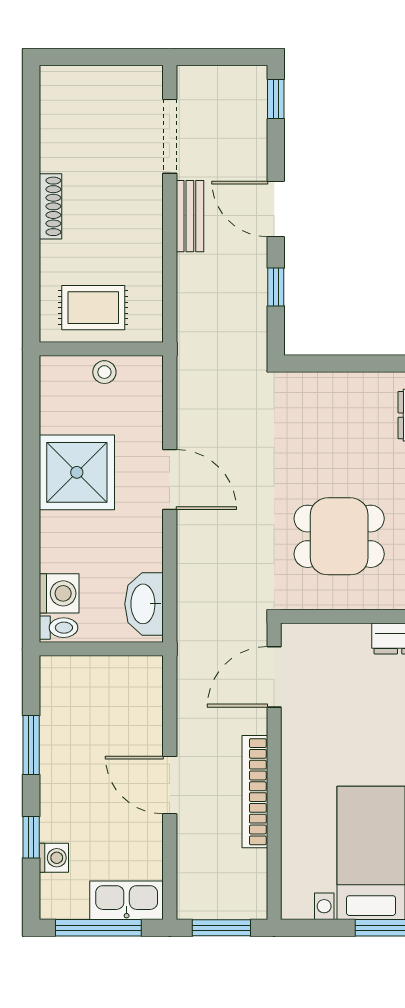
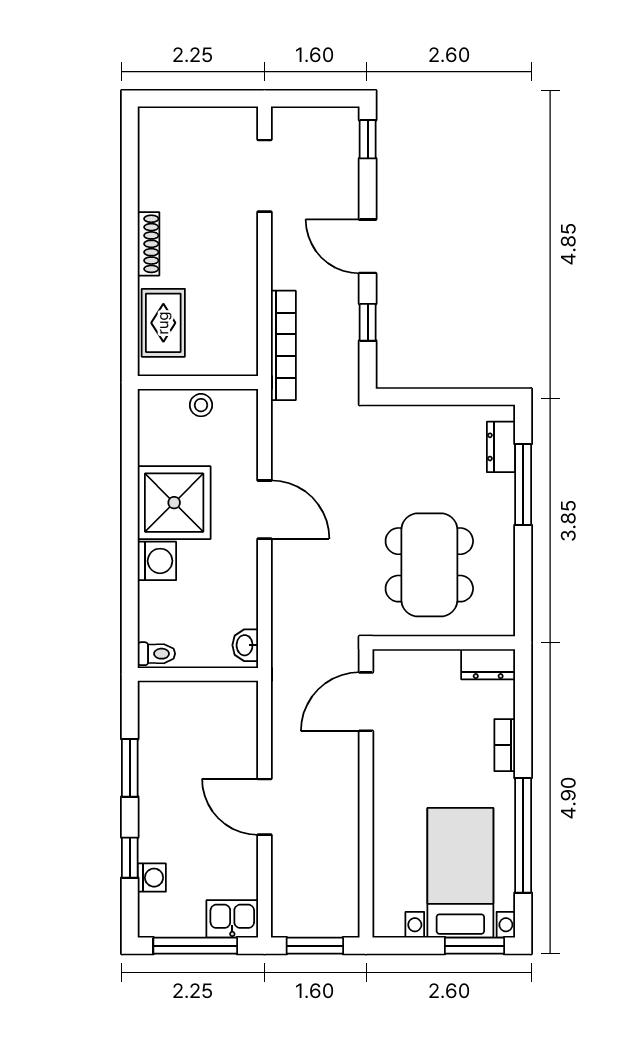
bench: (190, 216) -> (284, 253), removed
rug: (93, 308) -> (163, 323), moved, turned 90
dining table: (339, 536) -> (429, 565), width x1.38
washing machine: (59, 593) -> (157, 561), moved
washbasin: (144, 604) -> (245, 645), width x0.52, depth x0.69
bookcase: (255, 792) -> (283, 345), moved, turned 180
kitchen sink: (127, 900) -> (232, 919), width x0.73

